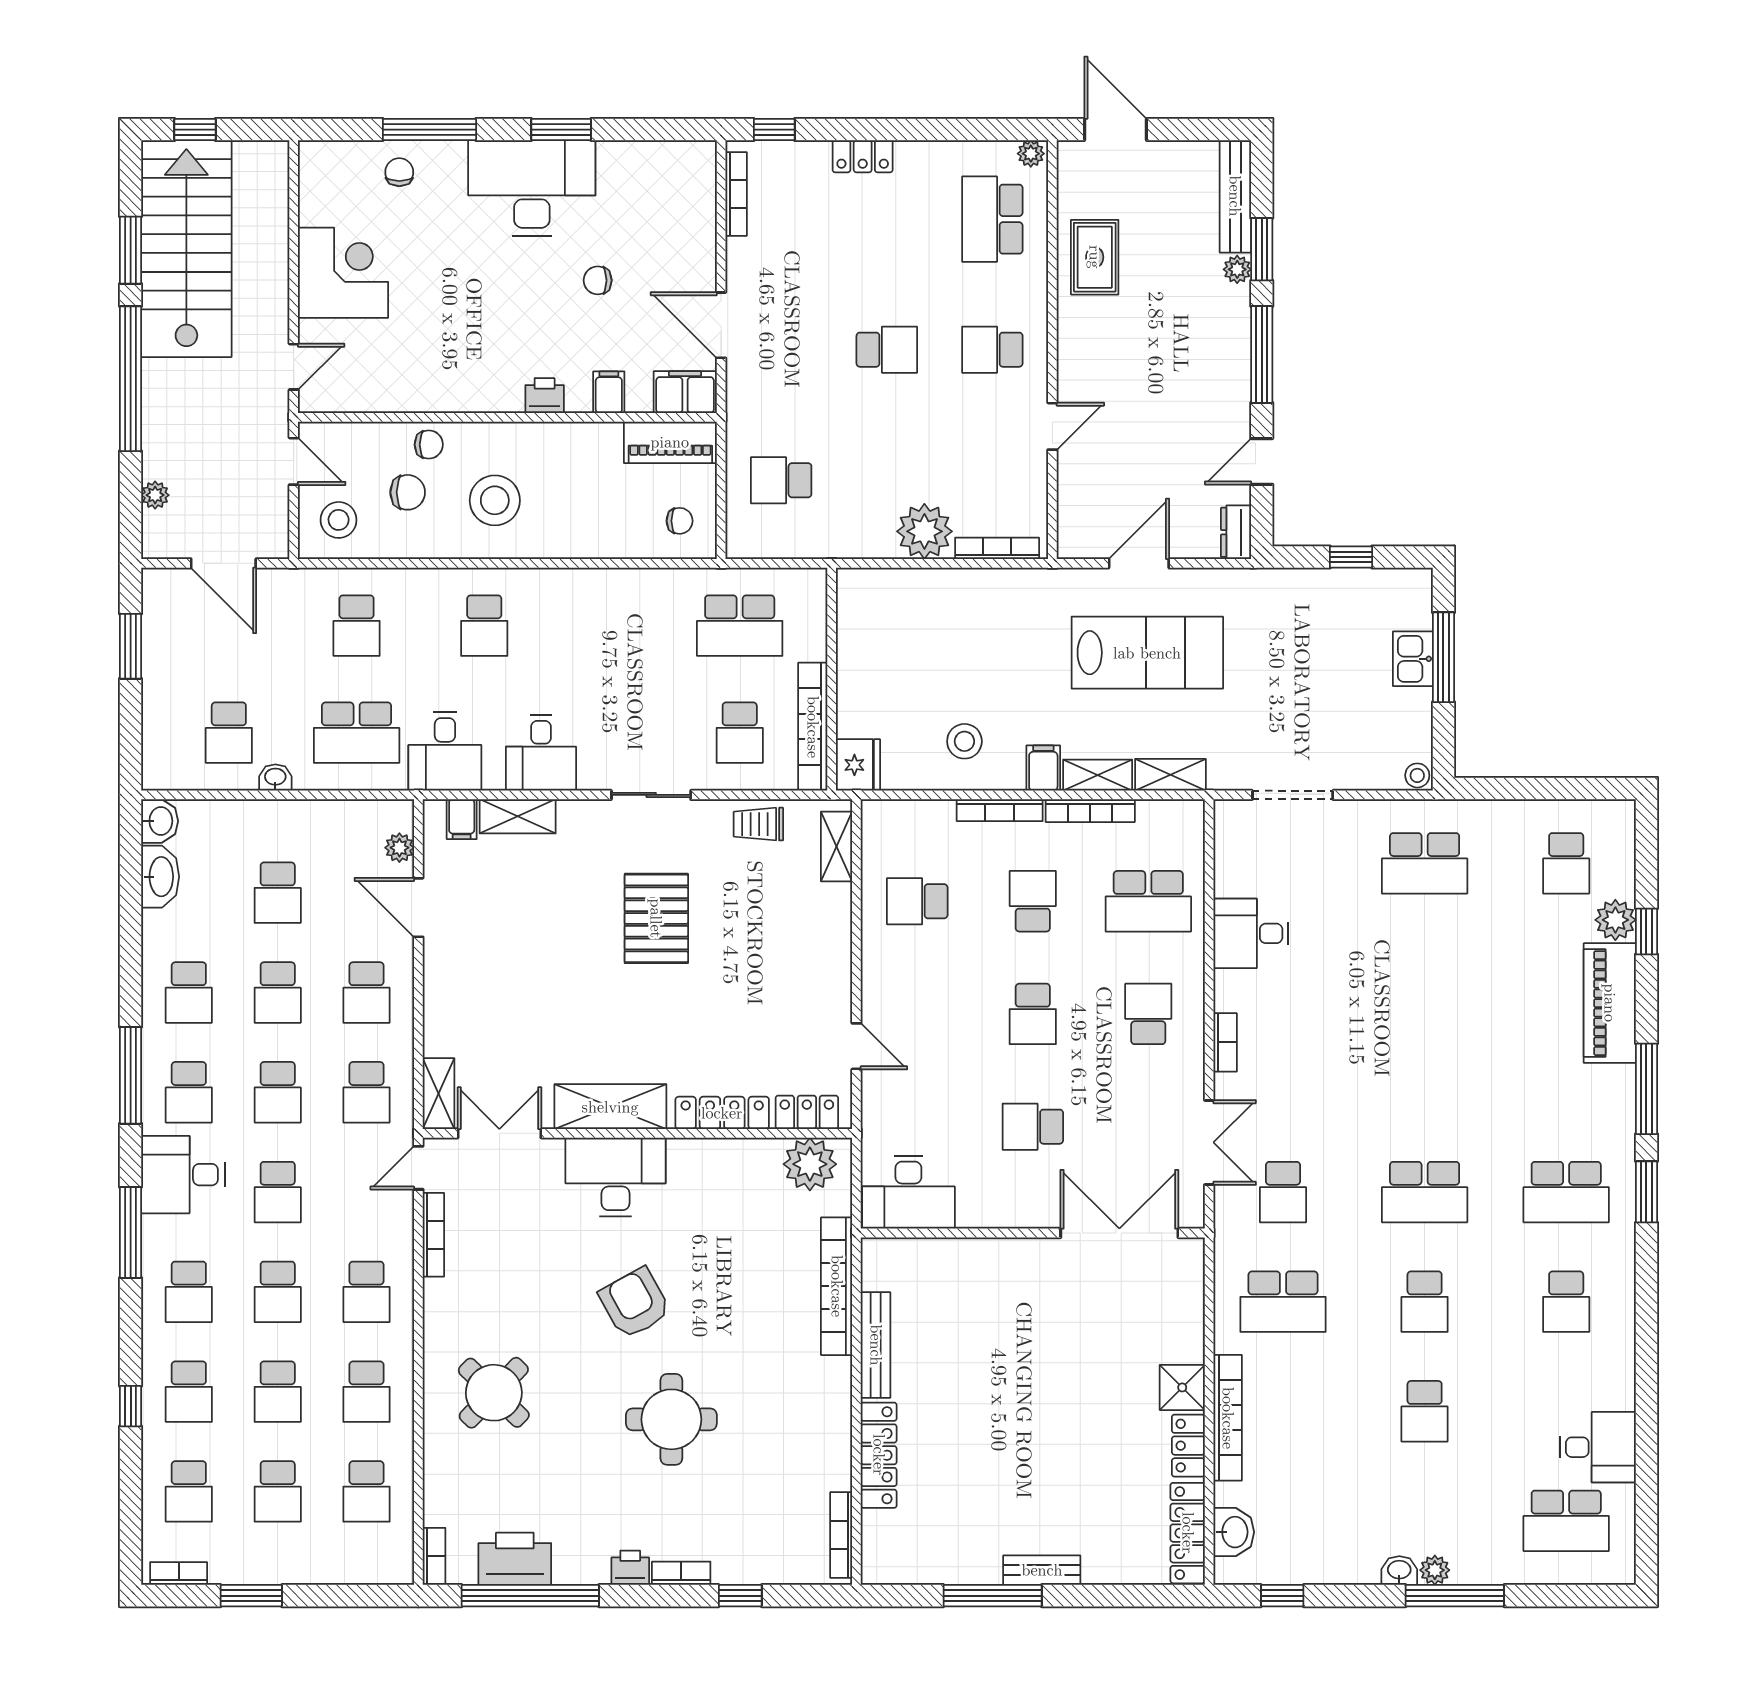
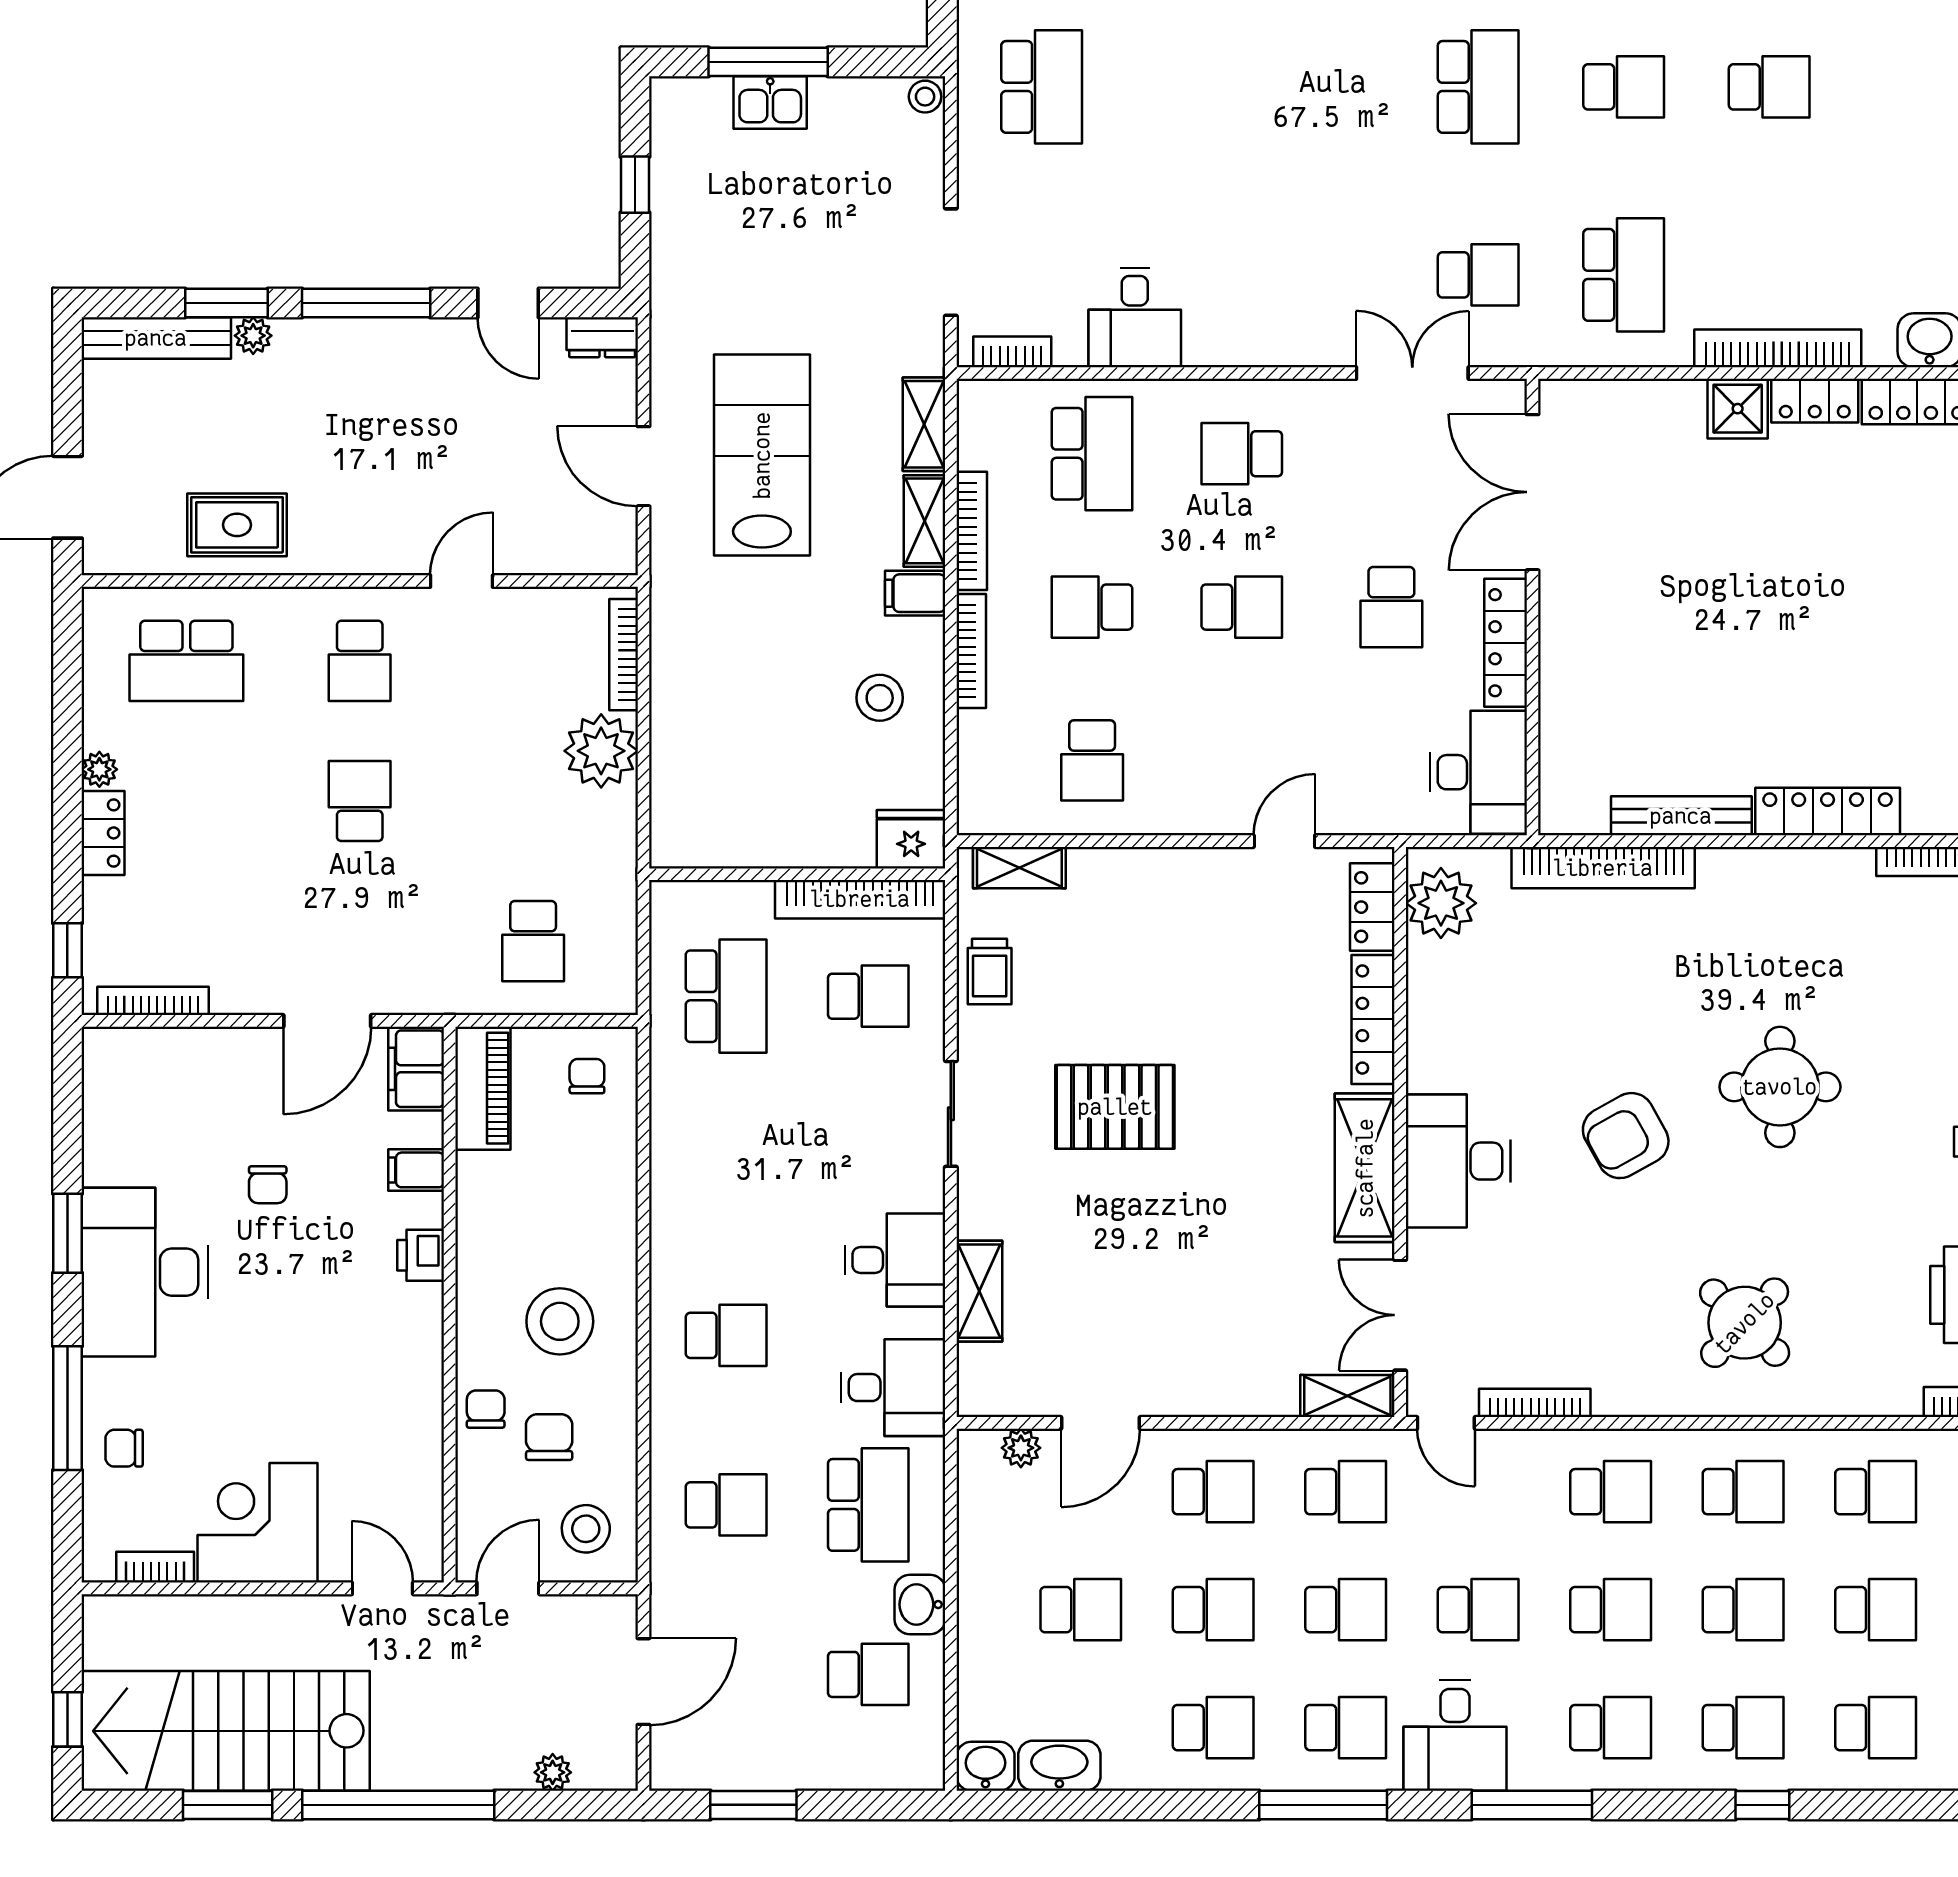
plant: (1031, 154) -> (99, 769), moved
bookcase: (310, 196) -> (155, 1567), added
door: (1052, 426) -> (462, 581), hinge flipped
washbasin: (275, 777) -> (920, 1605), width x1.38, depth x1.45
filing cabinet: (462, 819) -> (983, 1365), removed
bookcase: (1225, 1042) -> (1012, 352), moved
locker: (1006, 1213) -> (1506, 643), added

